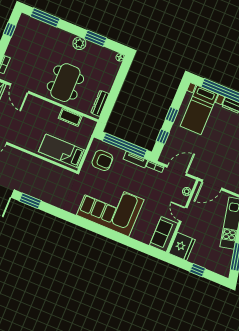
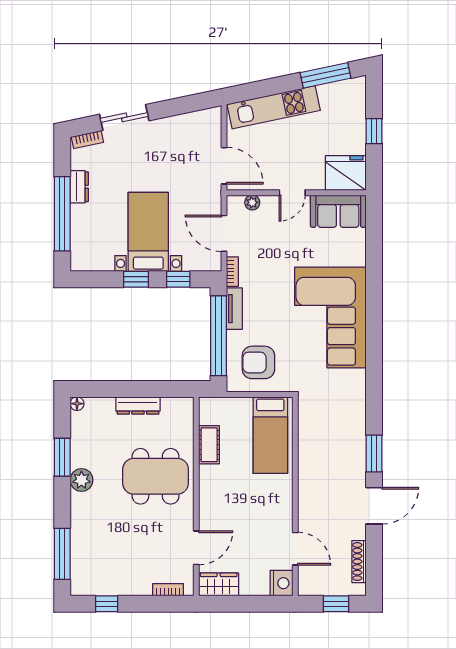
dresser: (100, 103) -> (138, 406), moved
bed with nightstands: (199, 110) -> (148, 232), moved, turned -90
armchair: (102, 160) -> (258, 362), turned -90

